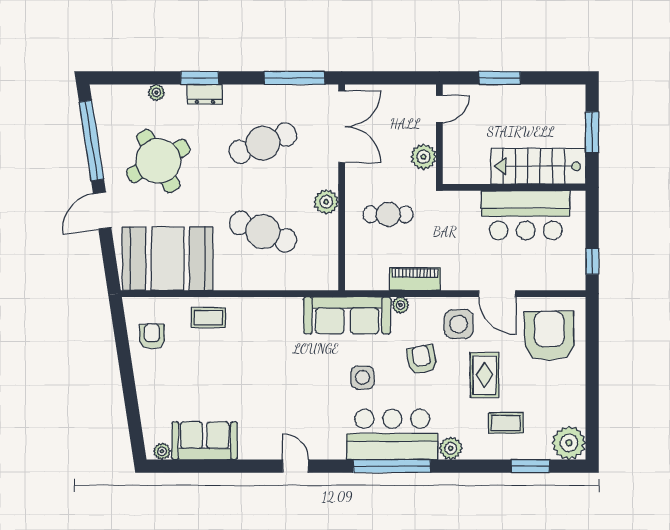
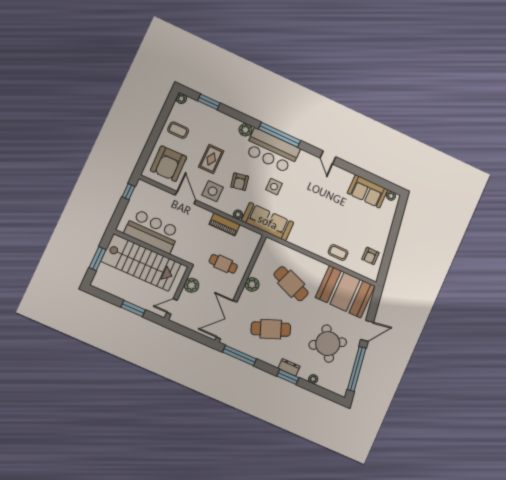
stairs: (538, 166) -> (141, 262), width x1.36, depth x1.51
coffee table: (506, 423) -> (178, 130), moved
plant: (569, 443) -> (181, 99), width x0.53, depth x0.53

